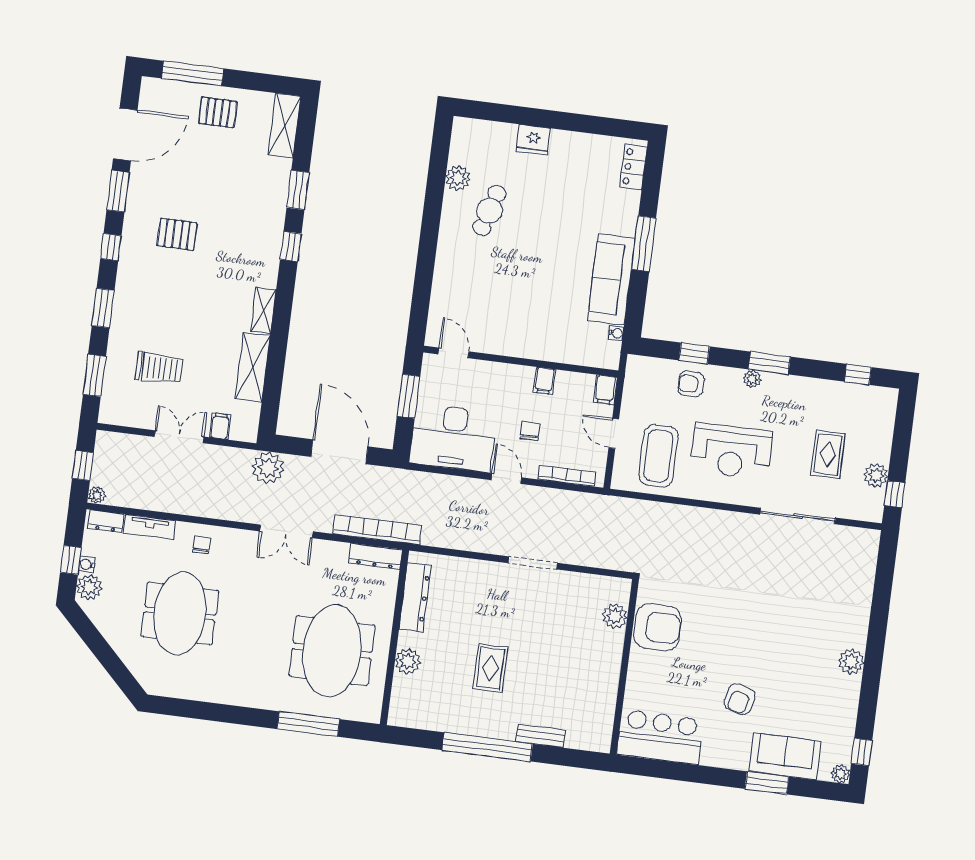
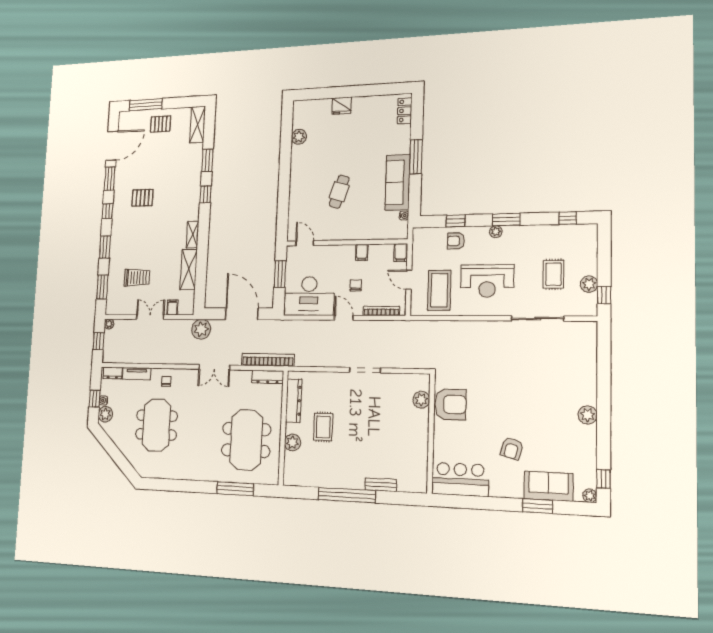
cafe table: (489, 211) -> (339, 192), moved
plant: (97, 495) -> (109, 324), moved
rug: (490, 668) -> (323, 427), moved

